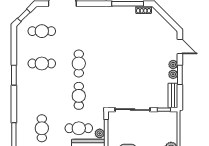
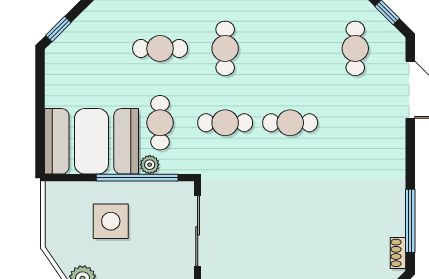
cafe table: (42, 63) -> (225, 48), moved

